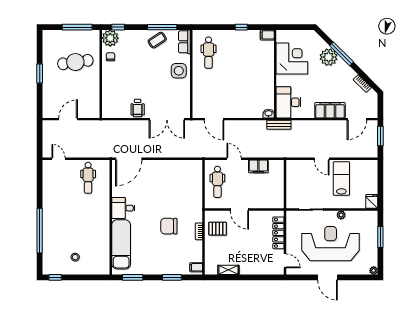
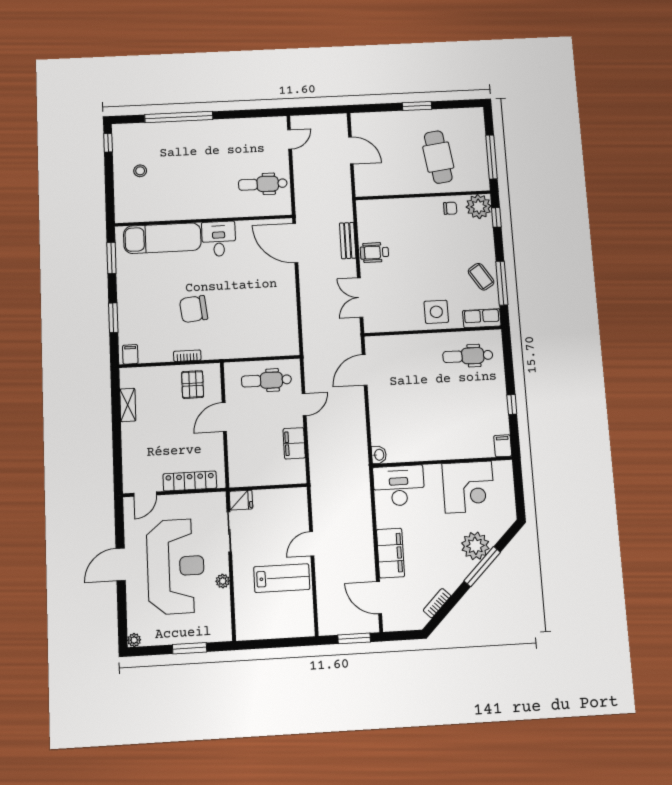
double door: (167, 119) -> (360, 298), width x0.73
bench: (279, 125) -> (348, 241), moved
fridge: (372, 201) -> (241, 500), moved
chair: (169, 226) -> (194, 309), turned -96

